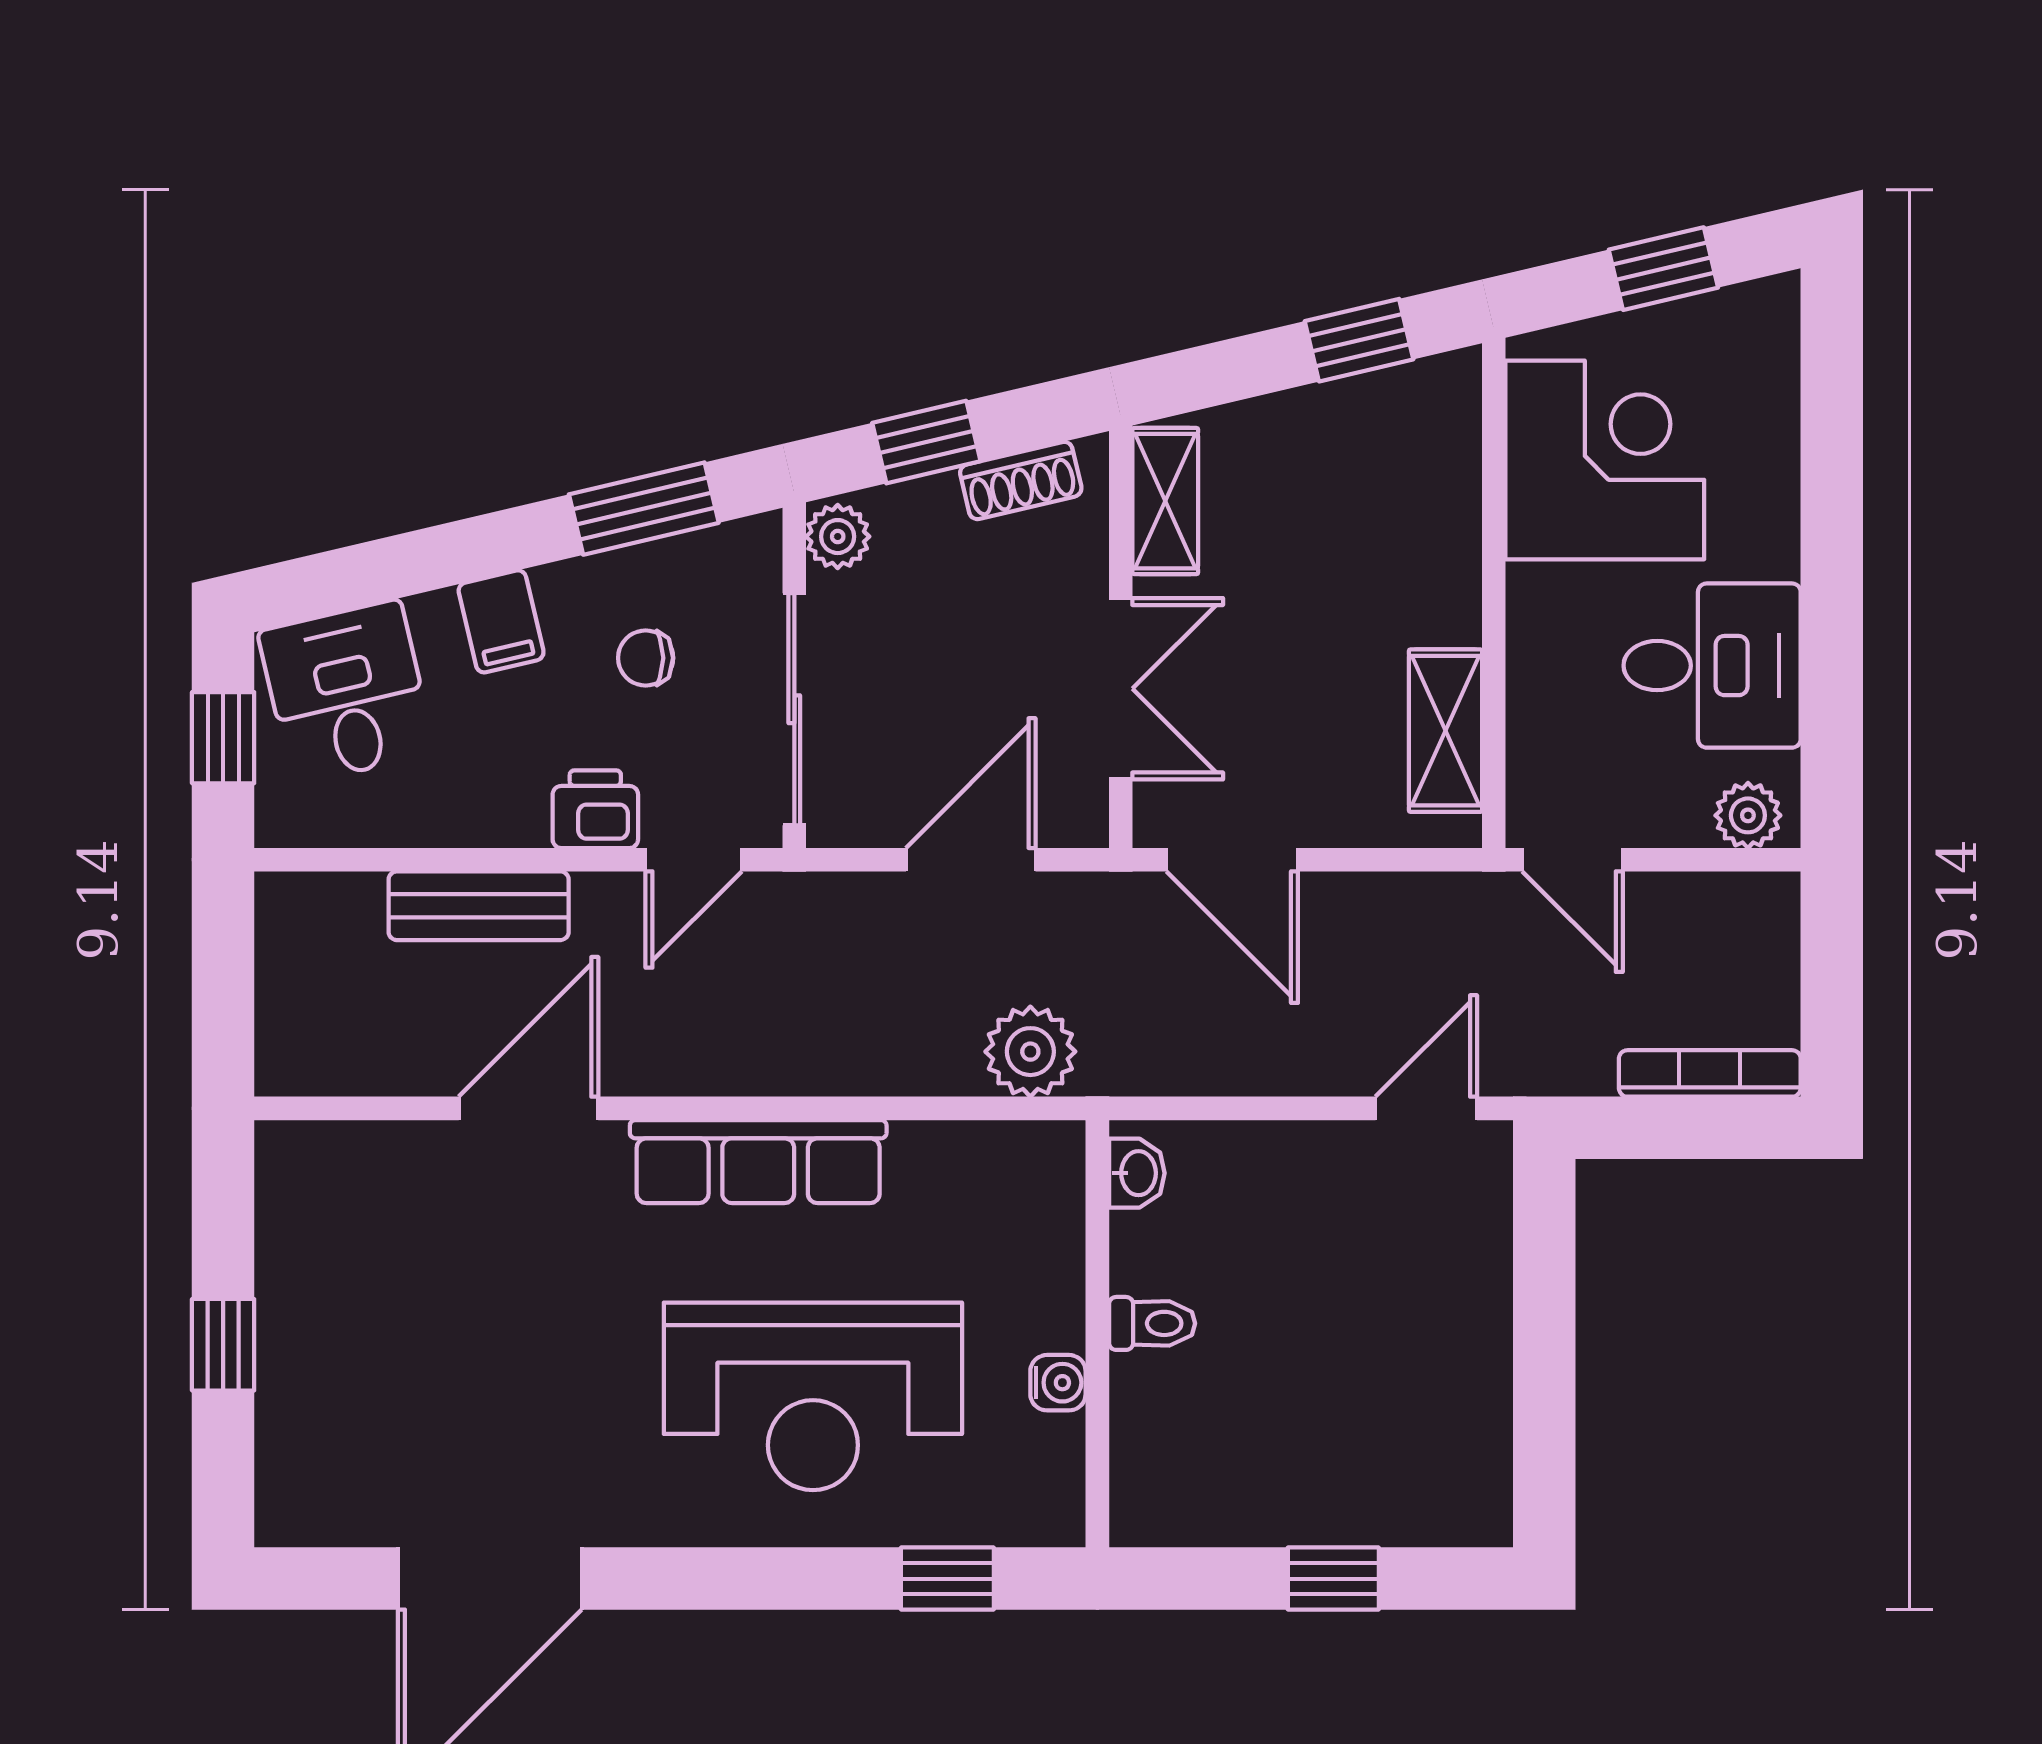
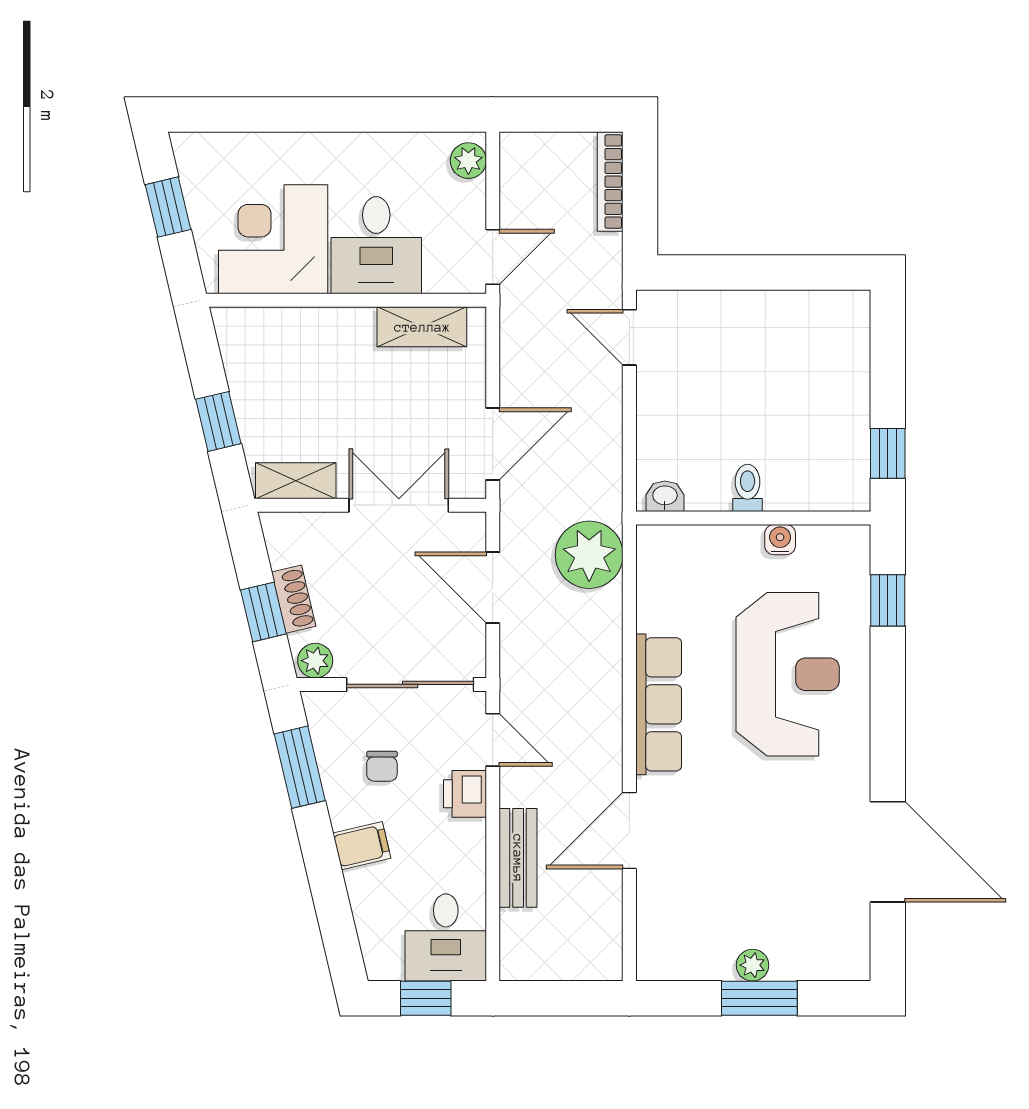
window: (1359, 340) -> (218, 421), moved
shoe rack: (1021, 480) -> (294, 599), moved
desk: (1712, 666) -> (376, 245), moved, turned 180
desk: (347, 692) -> (446, 938), moved, turned -77
plant: (1030, 1052) -> (589, 555), width x1.36, depth x1.36
door: (528, 1108) -> (629, 831), hinge flipped
plant: (283, 1332) -> (753, 965), added
window: (223, 1345) -> (759, 998), width x1.50
window: (1333, 1579) -> (888, 453), moved

